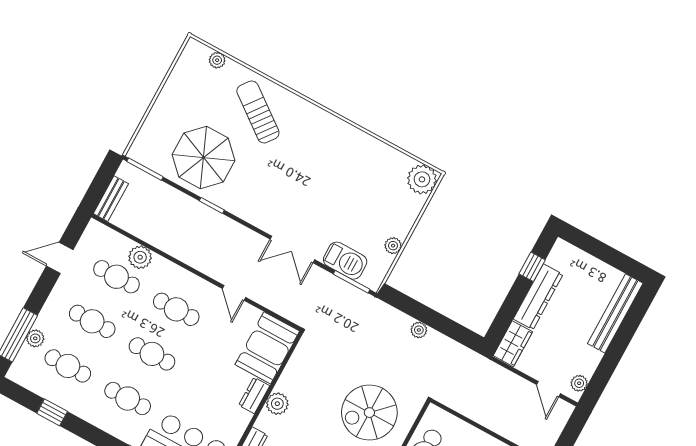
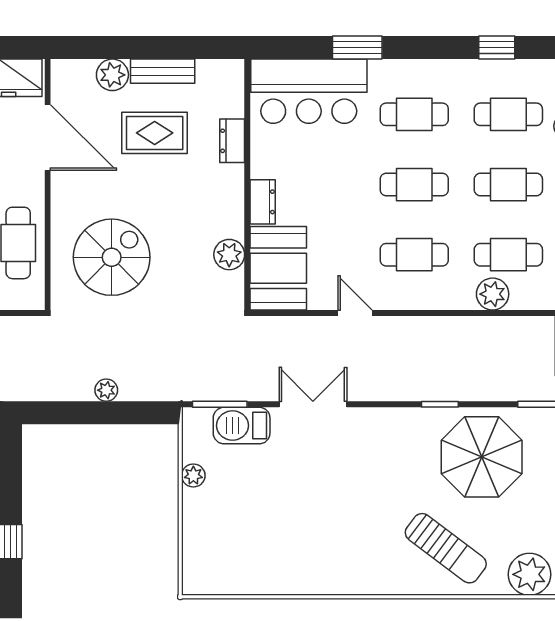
plant: (217, 60) -> (529, 574), width x1.88, depth x1.88
plant: (422, 179) -> (202, 575), removed
plant: (277, 404) -> (229, 255), moved

